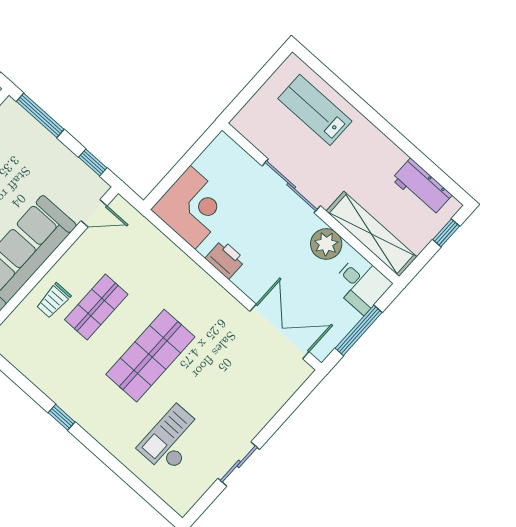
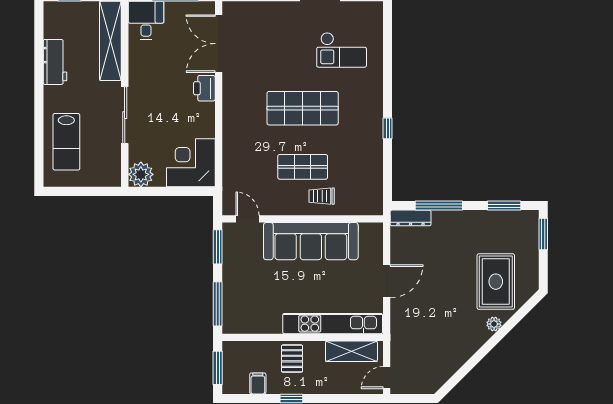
window: (93, 162) -> (218, 247), width x1.50
workbench: (422, 187) -> (55, 62), moved
plant: (326, 244) -> (141, 174), moved
printer: (225, 259) -> (204, 88), moved
trolley: (54, 300) -> (322, 196), turned 180

